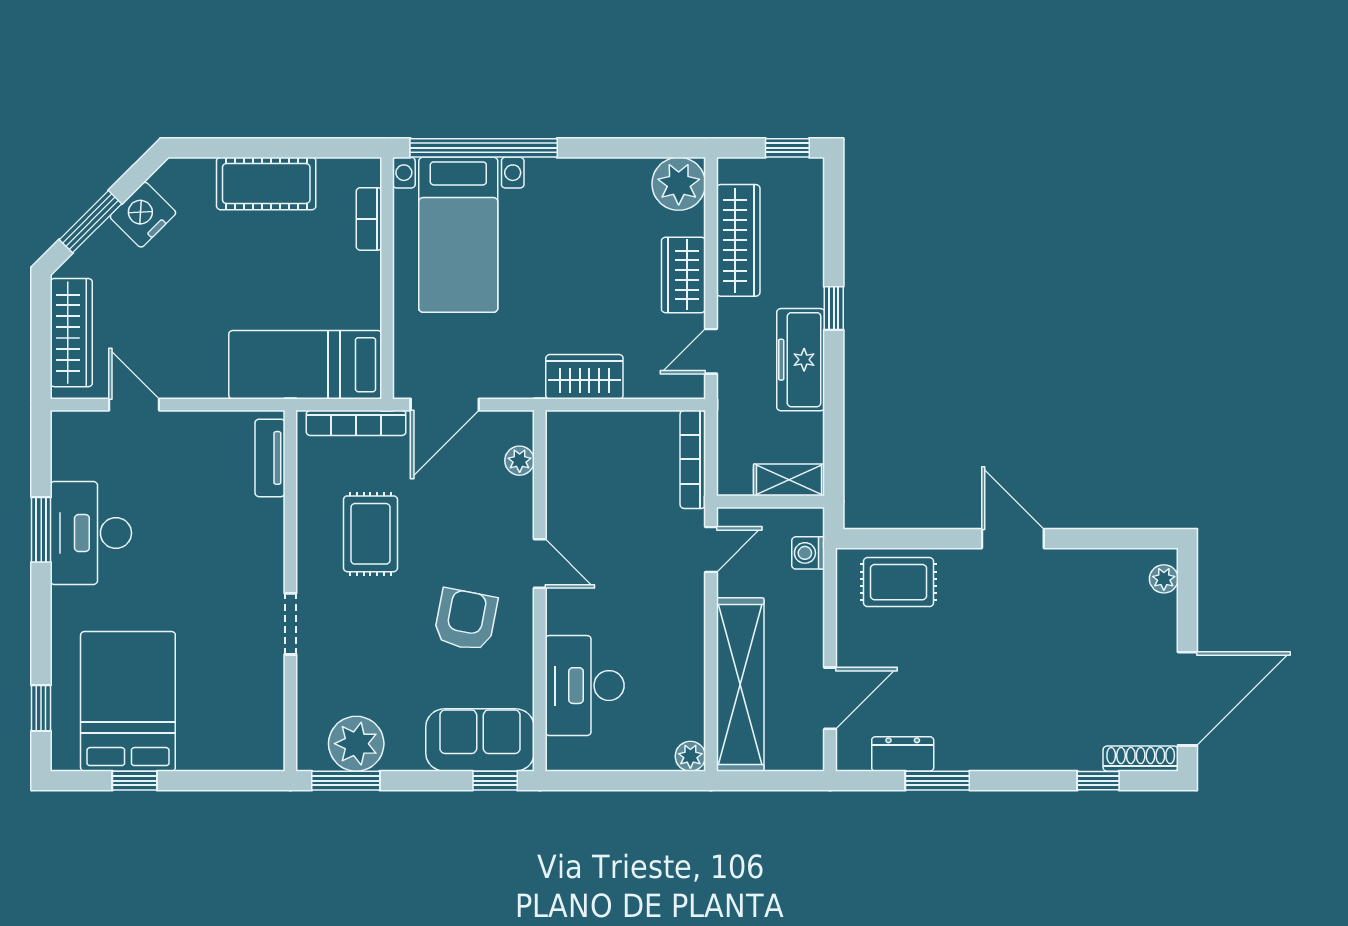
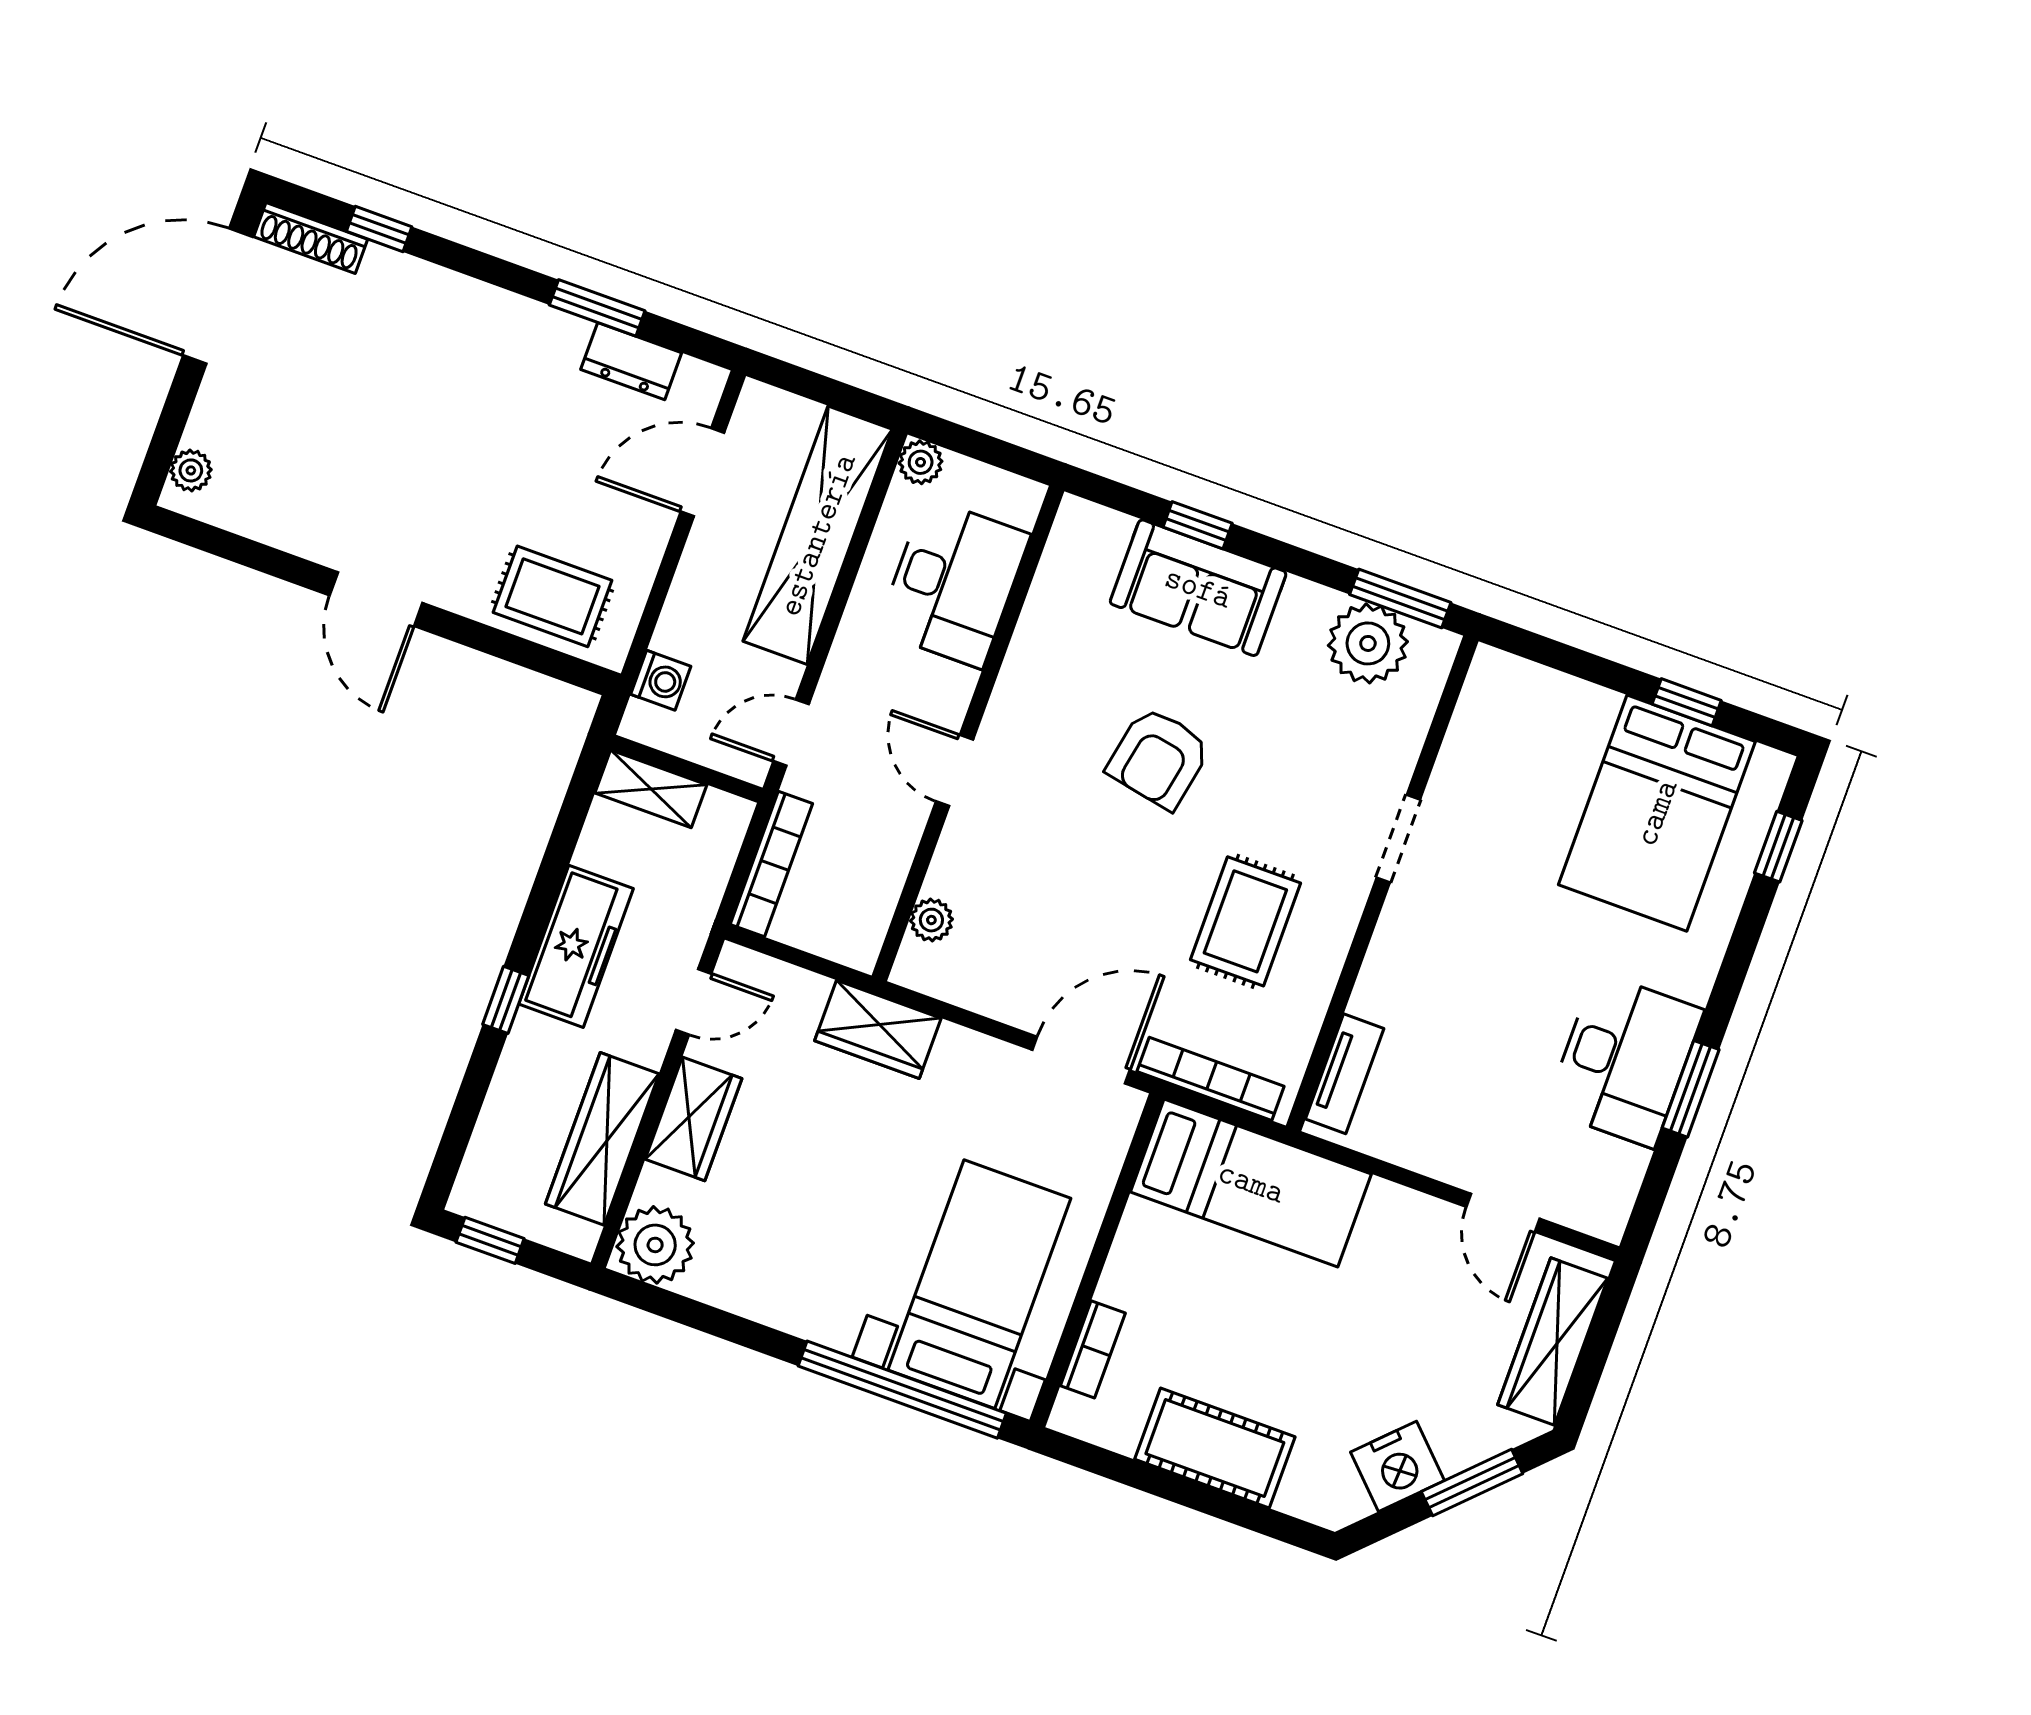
plant: (520, 461) -> (931, 920), moved
door: (540, 563) -> (954, 770), moved
wall: (540, 591) -> (968, 733), moved
desk: (585, 686) -> (954, 583), moved

